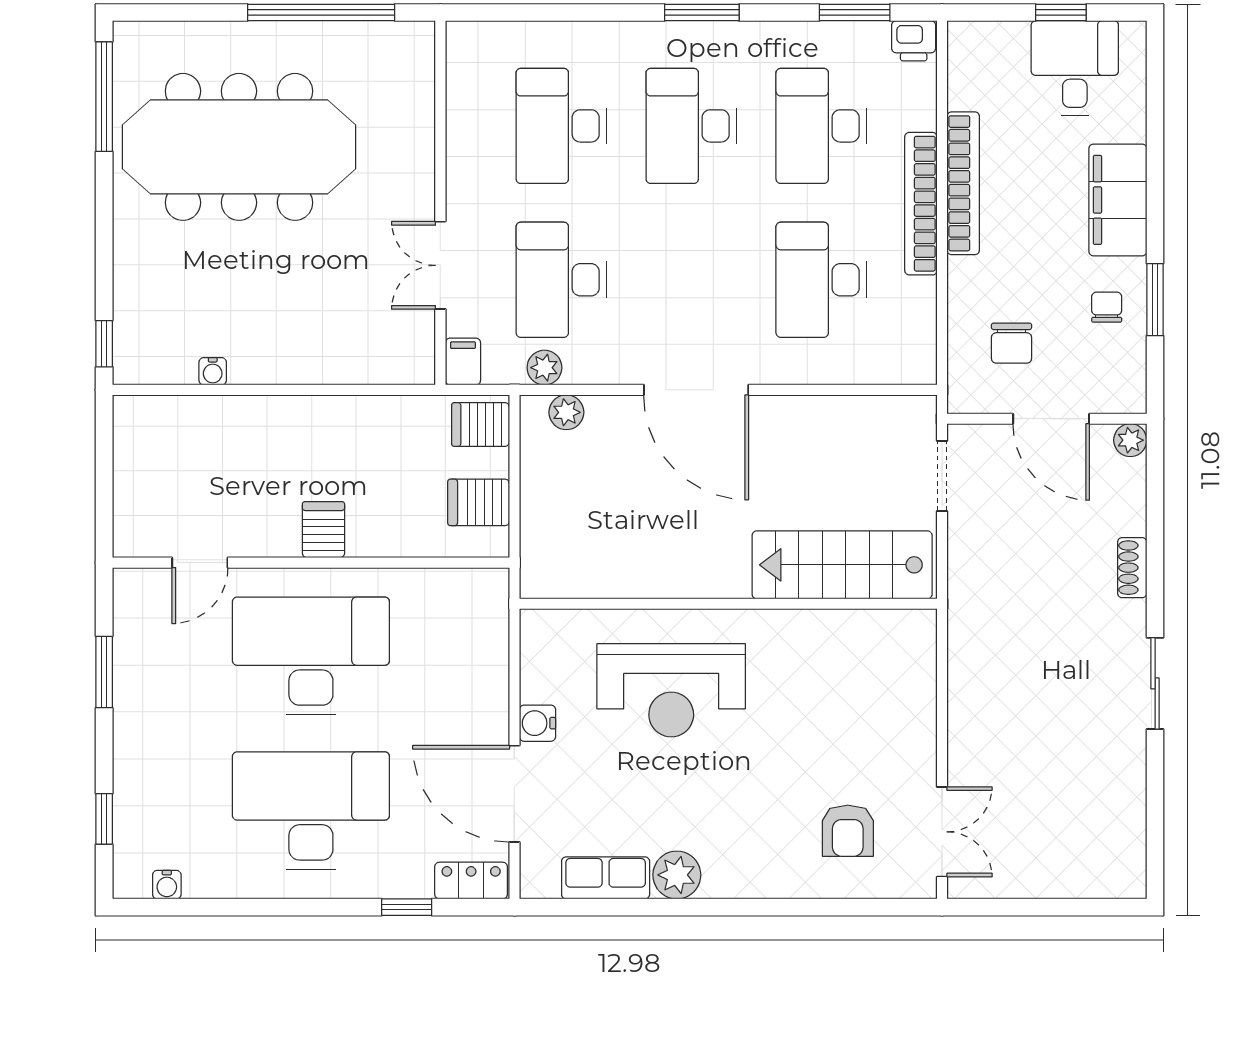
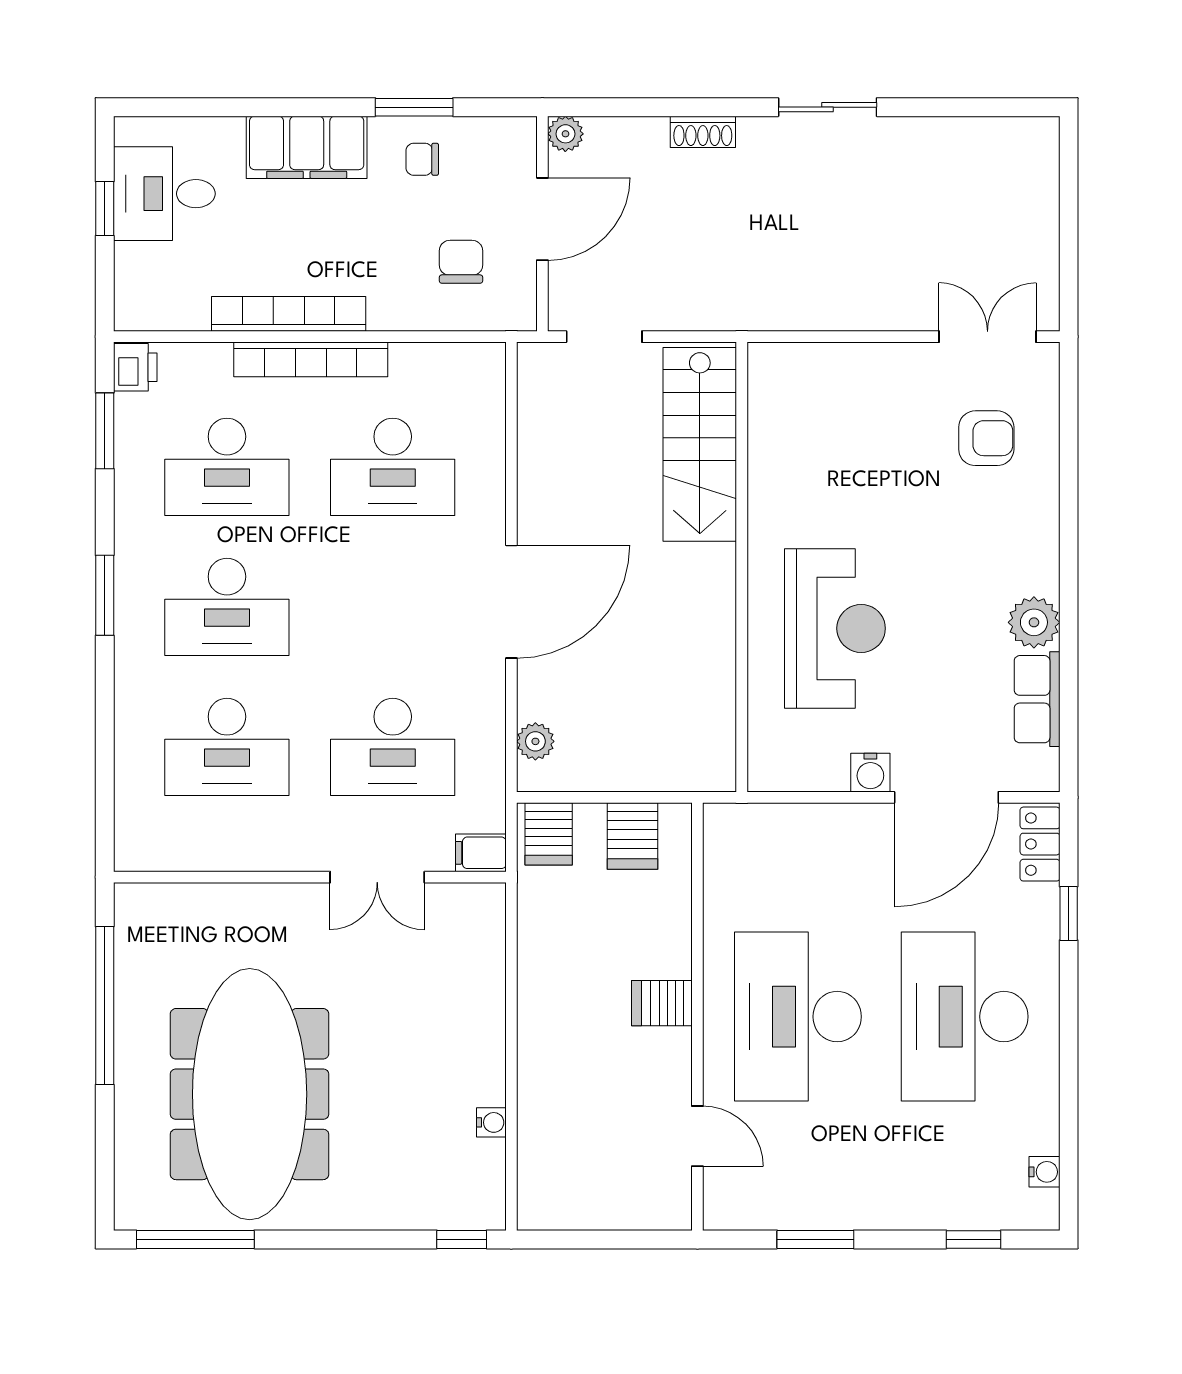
chair: (1012, 343) -> (461, 262), turned -90
plant: (544, 368) -> (487, 765), removed

